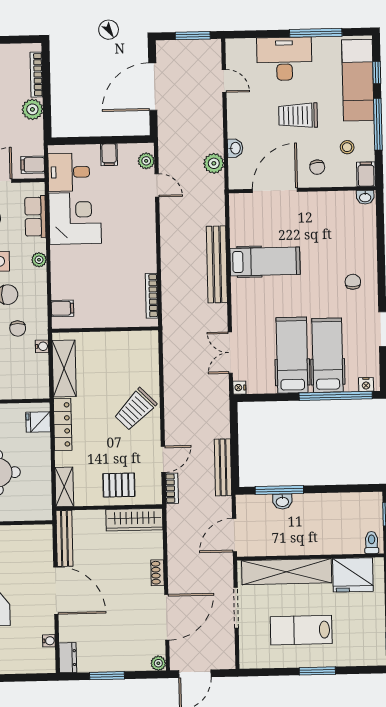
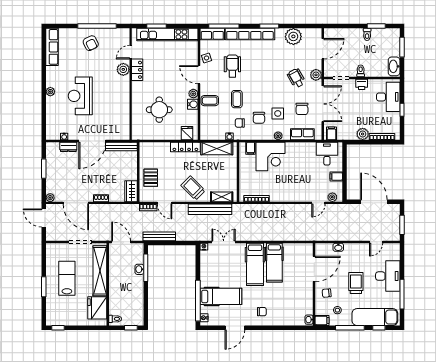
plant: (214, 163) -> (330, 235), removed
door: (275, 190) -> (314, 269), hinge flipped
corner desk: (75, 218) -> (271, 157), moved
bench: (217, 264) -> (210, 209), moved
hospital bed: (292, 355) -> (255, 264), moved, turned 90
shelving: (64, 487) -> (222, 197), moved
wardrobe: (134, 520) -> (131, 191), width x0.67
dresser: (68, 658) -> (68, 147), moved

